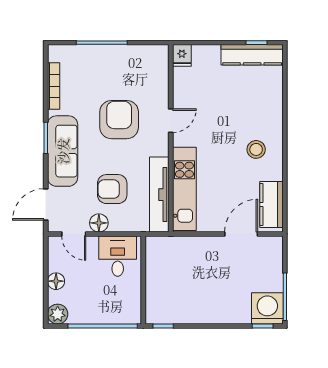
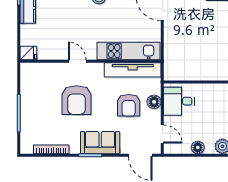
armchair: (119, 120) -> (76, 100), turned -90
sofa: (63, 151) -> (100, 143), width x0.73
floor lamp: (99, 223) -> (154, 102), moved
door: (74, 234) -> (162, 134), hinge flipped

